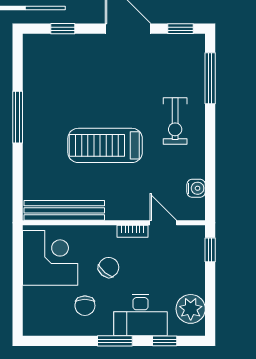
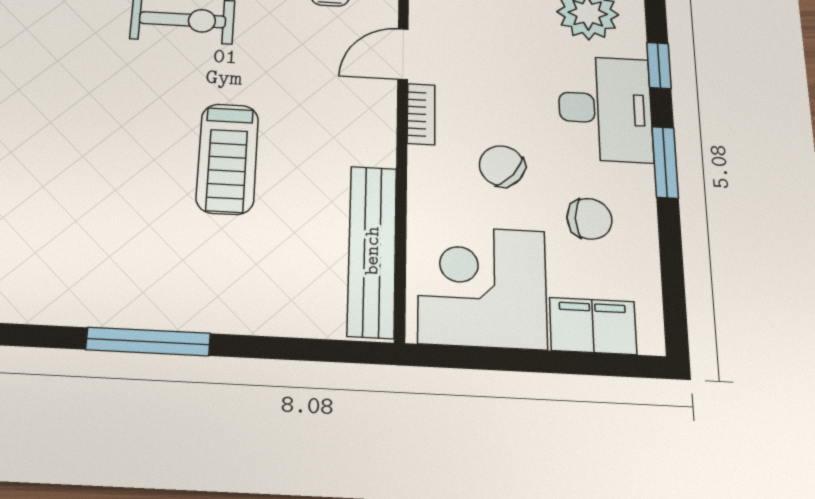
treadmill: (105, 145) -> (227, 159), width x0.73, depth x0.73
filing cabinet: (35, 305) -> (593, 326), added

